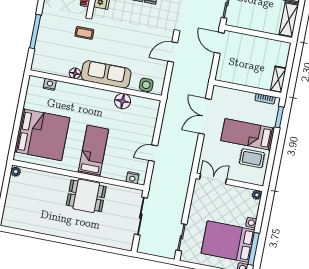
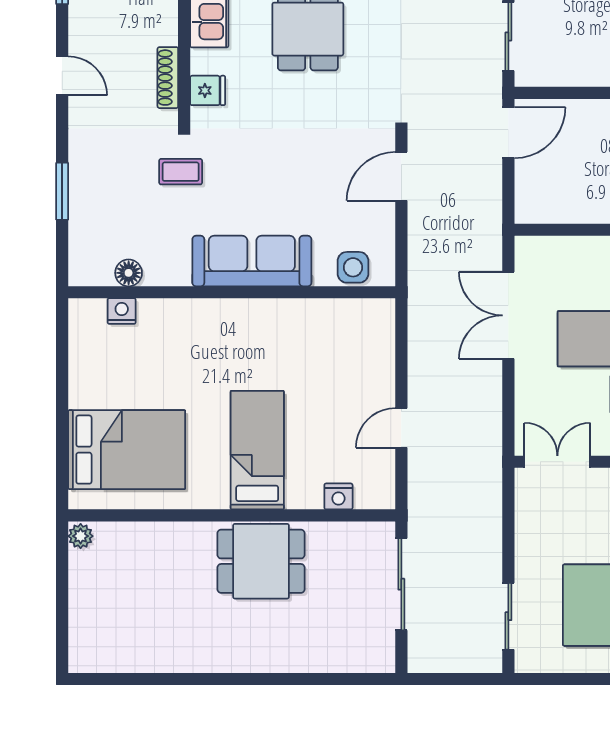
window: (35, 32) -> (62, 191), width x0.69
door: (219, 43) -> (508, 133), swing flipped
floor lamp: (75, 73) -> (129, 273), moved
floor lamp: (123, 101) -> (304, 317), removed
bed: (42, 135) -> (127, 450), width x0.73
nightstand: (133, 178) -> (338, 496), moved

